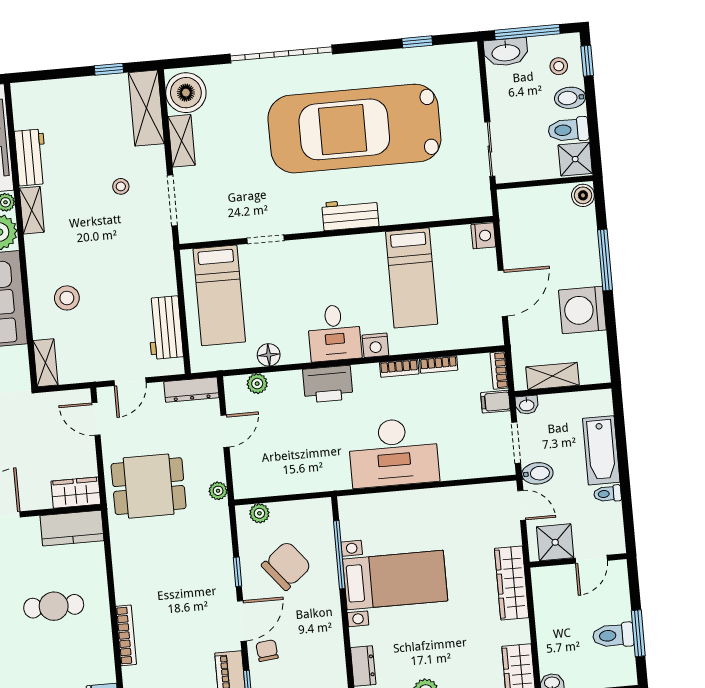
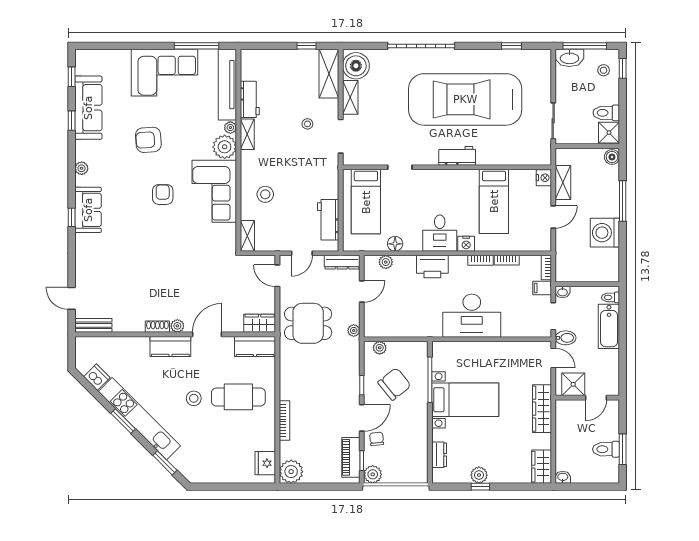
bidet: (570, 98) -> (609, 92), removed
door: (503, 293) -> (553, 217), width x0.73
shelving: (553, 376) -> (563, 182), moved, turned 90
toilet: (607, 494) -> (611, 297), moved
cafe table: (54, 606) -> (238, 397), width x1.37, depth x1.35

